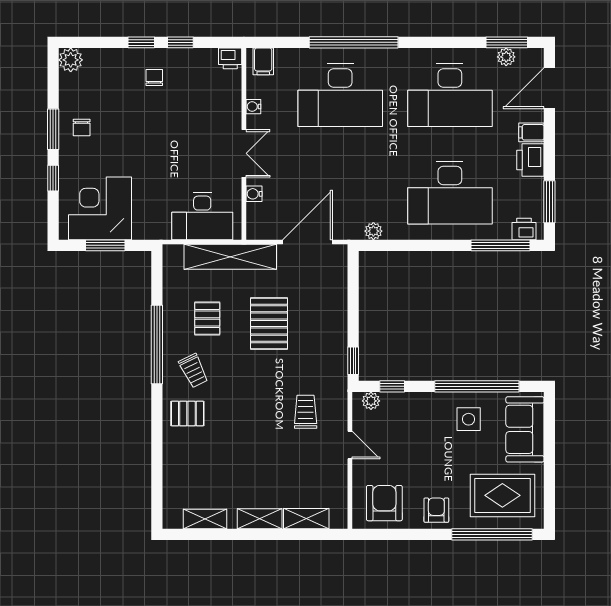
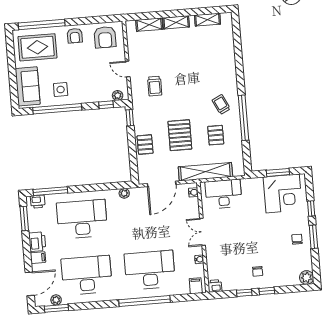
water cooler: (254, 194) -> (193, 192), moved
pallet: (187, 413) -> (145, 145), moved, turned 90

